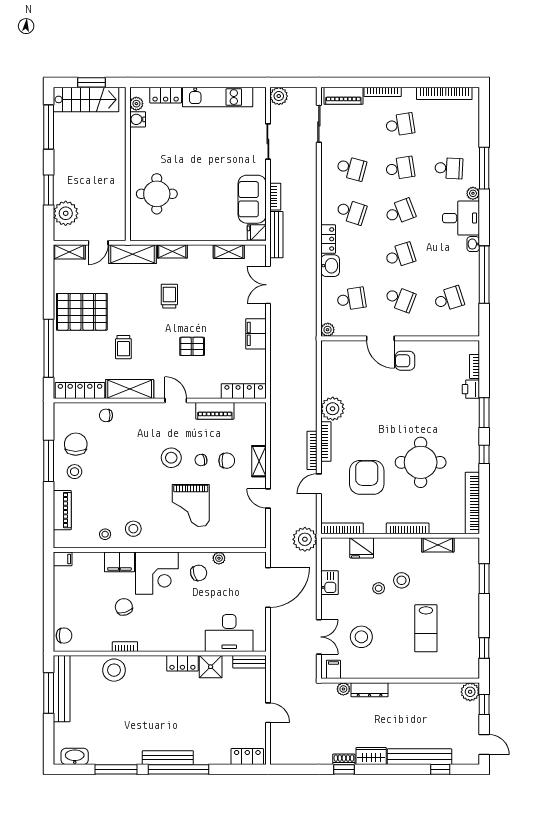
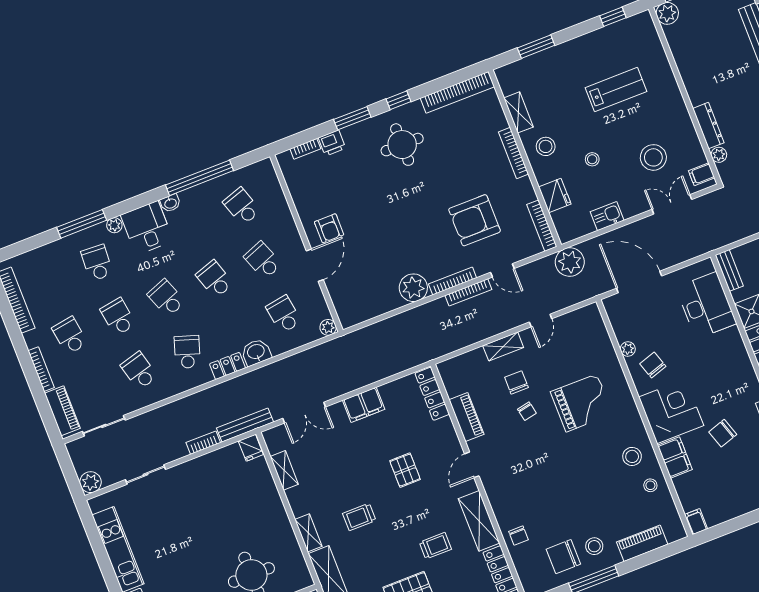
school desk: (351, 168) -> (139, 371), turned -30
sofa: (252, 199) -> (216, 467), removed
school desk: (400, 299) -> (263, 260), turned -42
stool: (171, 458) -> (537, 445), removed
round table: (421, 462) -> (402, 145), moved, width x0.73, depth x0.73
stool: (402, 580) -> (546, 146), moved

